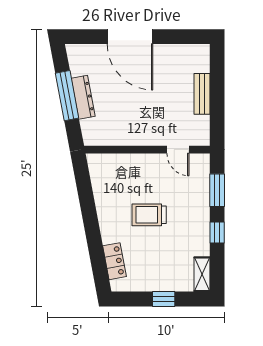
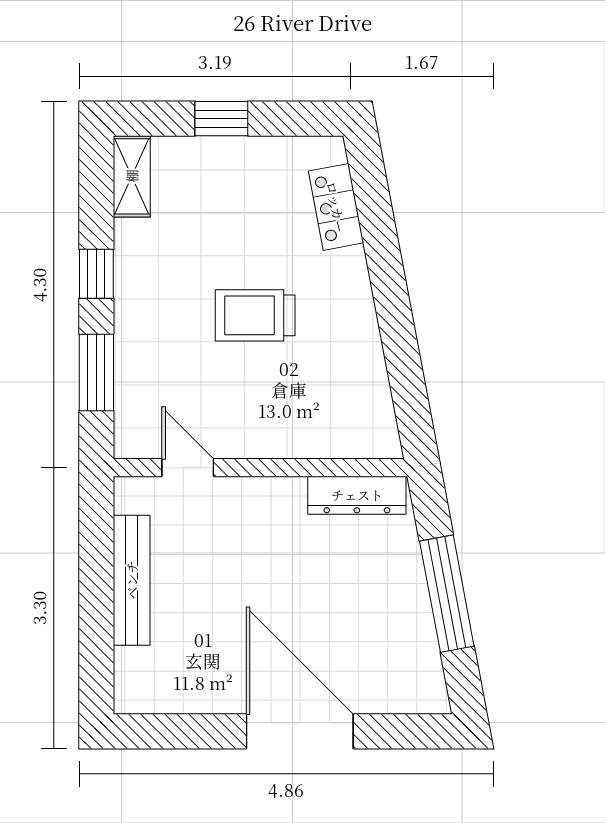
bench: (202, 94) -> (132, 580), width x1.36
dresser: (83, 97) -> (357, 495), moved, turned -79
trolley: (149, 215) -> (255, 315), turned 180

